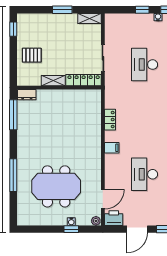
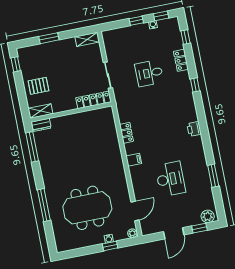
window: (62, 10) -> (49, 38), moved
desk: (145, 65) -> (149, 73), width x0.73
shelving: (53, 81) -> (40, 111), moved
desk: (145, 174) -> (170, 179), turned 180
printer: (114, 218) -> (149, 227), removed

